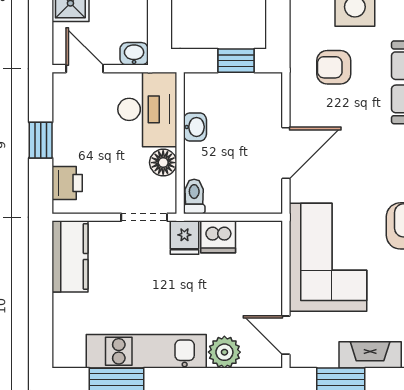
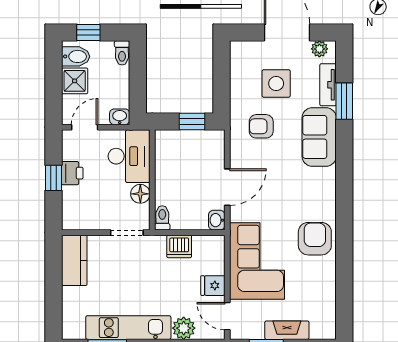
door: (85, 69) -> (85, 127), hinge flipped
washbasin: (195, 127) -> (217, 220), moved, turned 180
printer: (67, 183) -> (72, 173), moved
fridge: (184, 237) -> (213, 286), moved, turned 90

